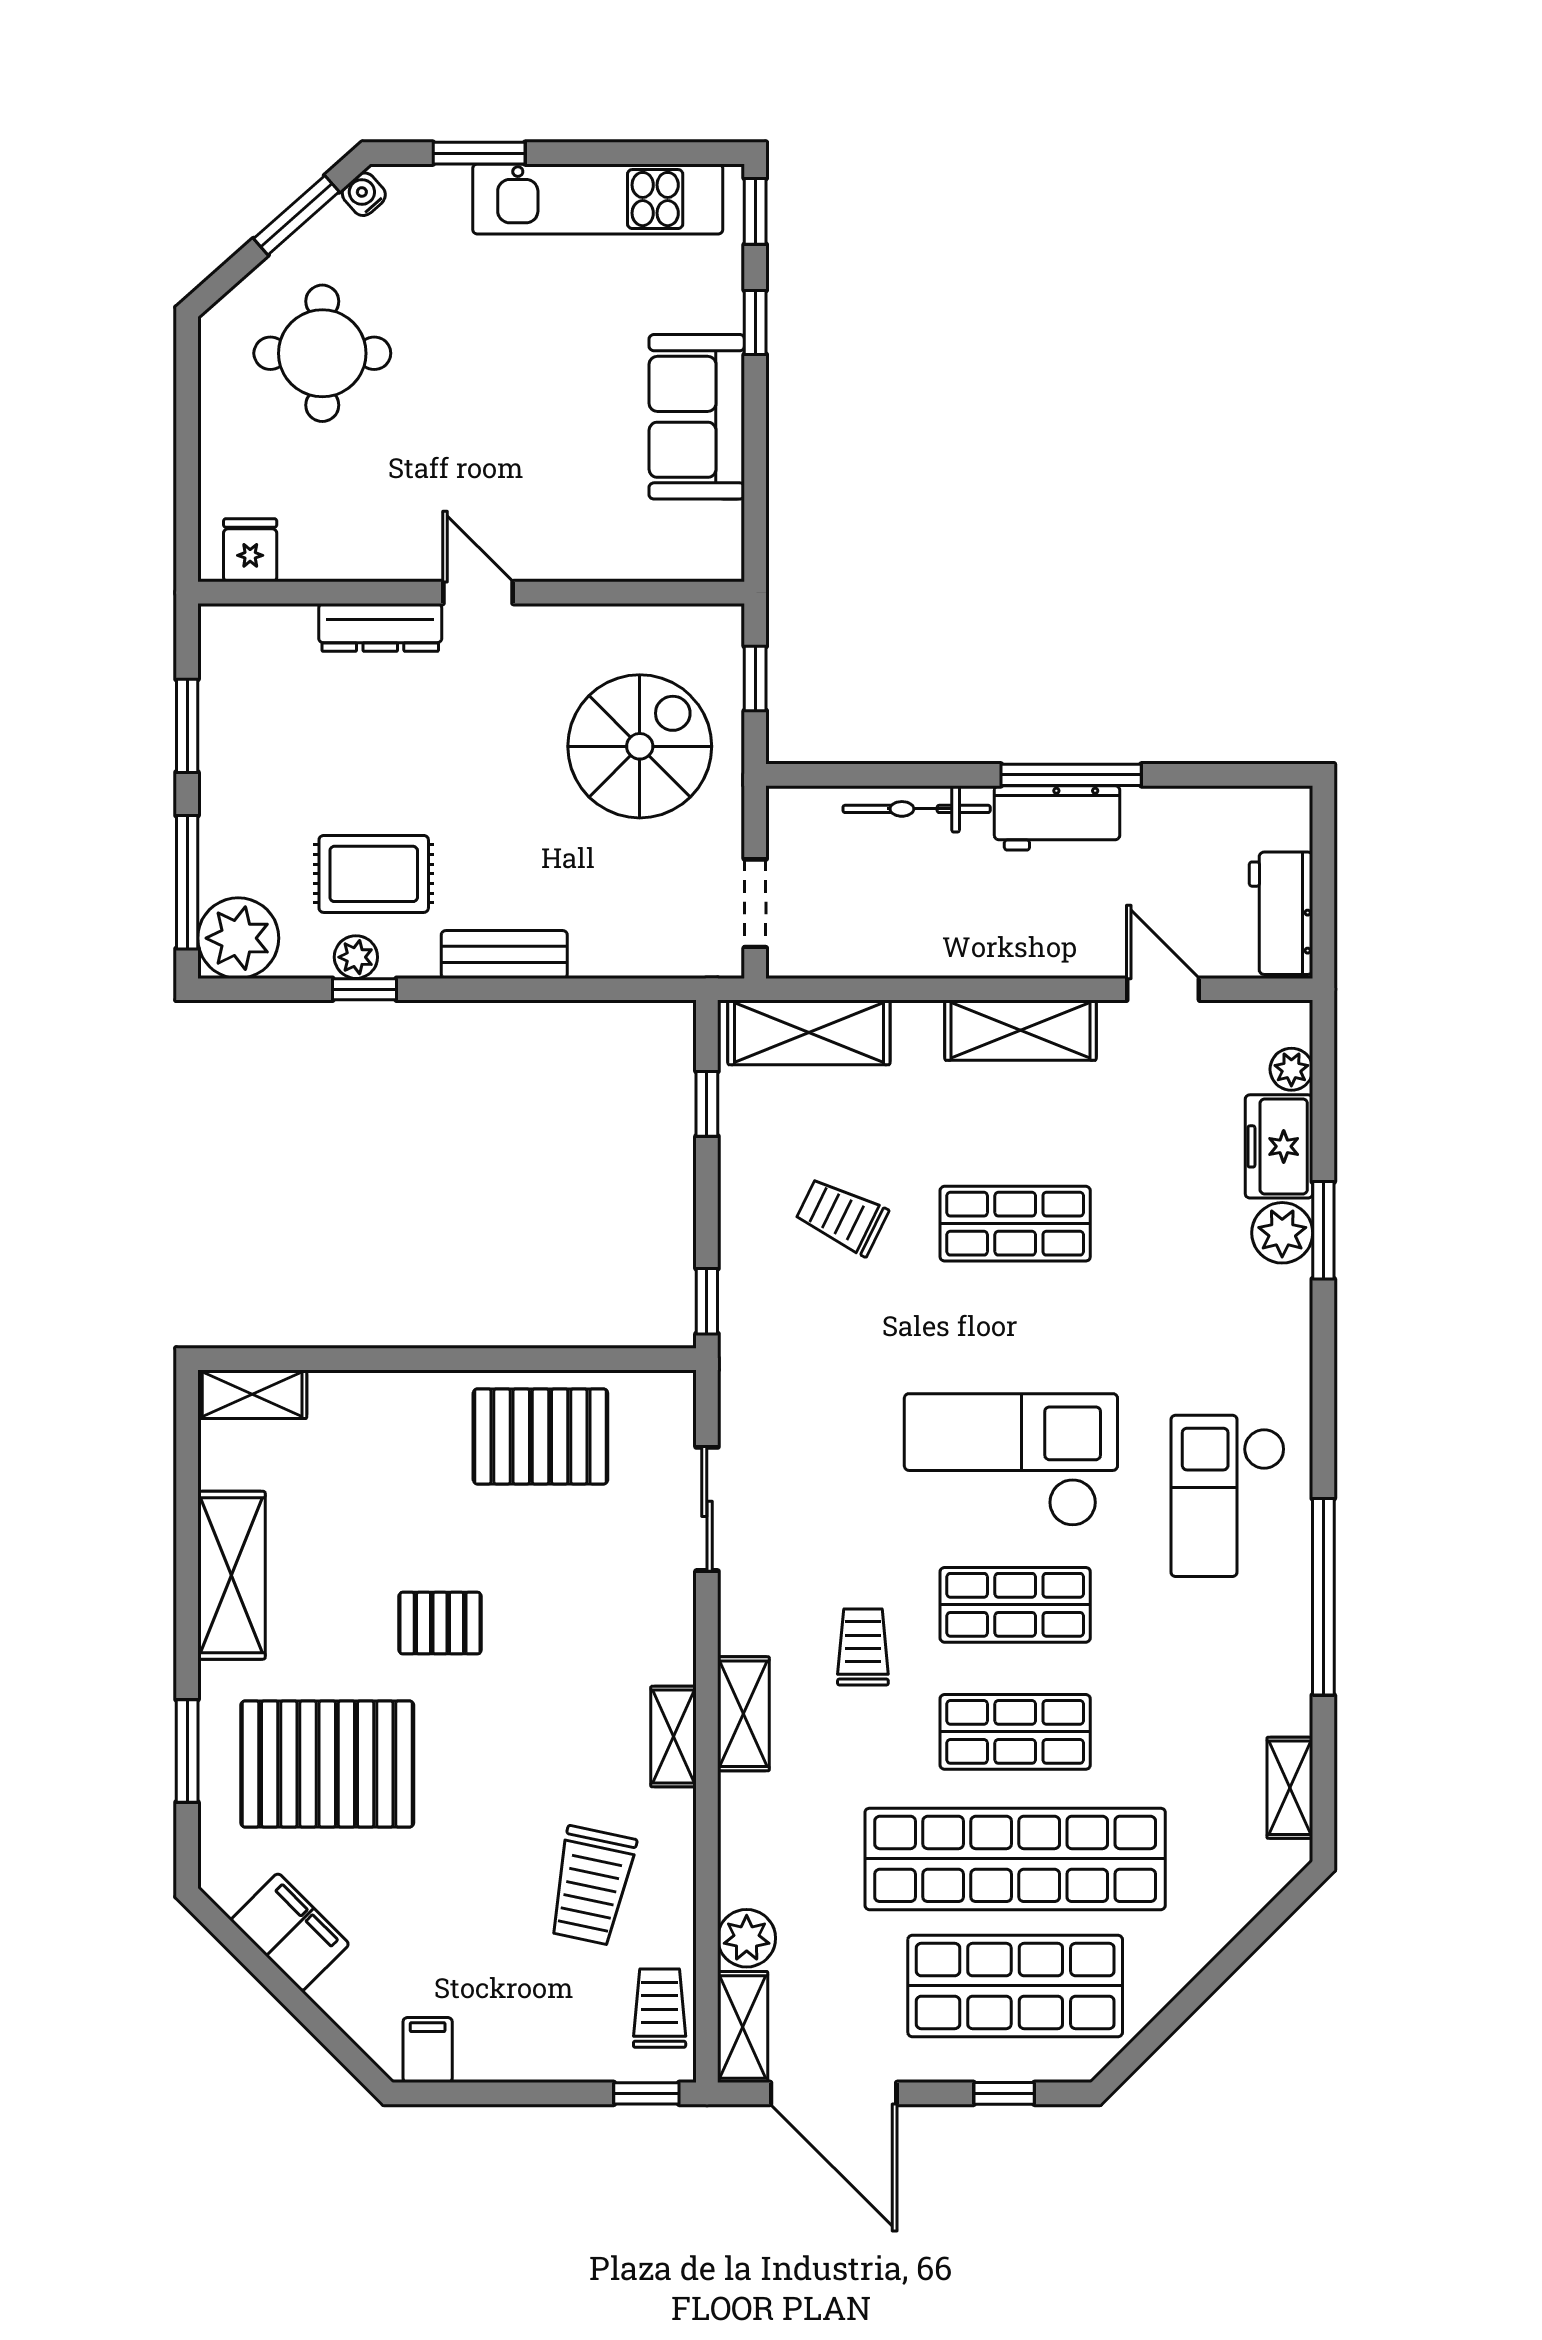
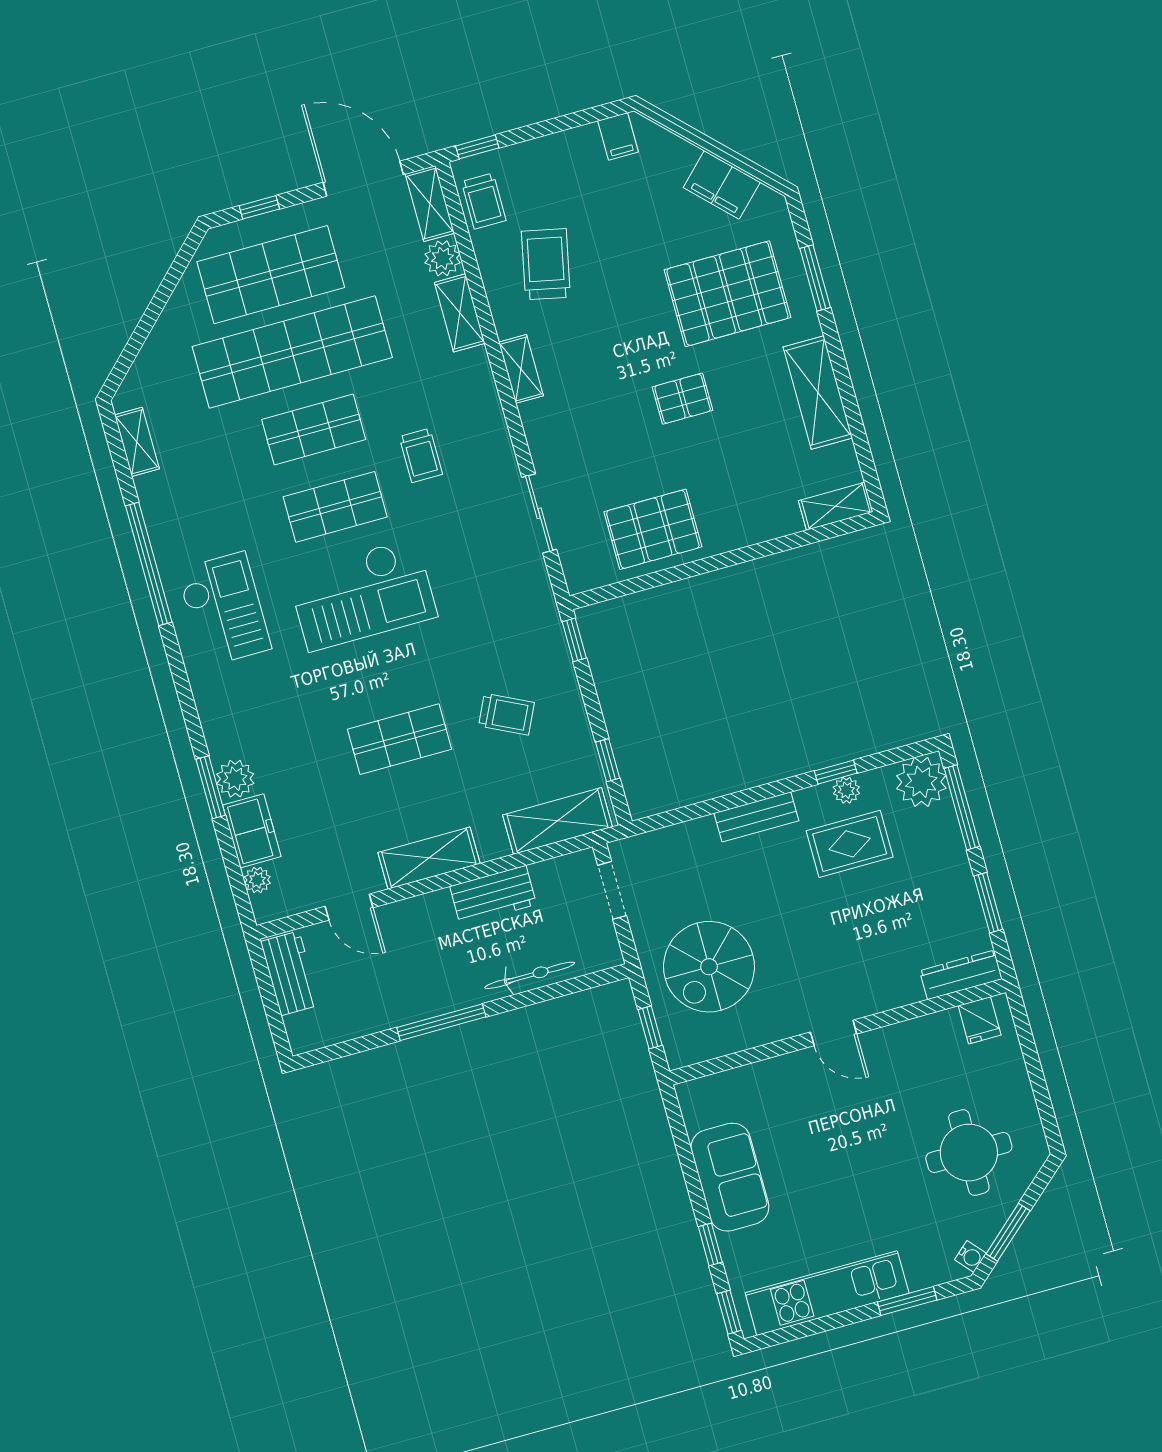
dresser: (380, 627) -> (961, 975), moved
workbench: (1057, 818) -> (493, 895), moved, turned 180
shelving: (743, 1714) -> (460, 313), moved

